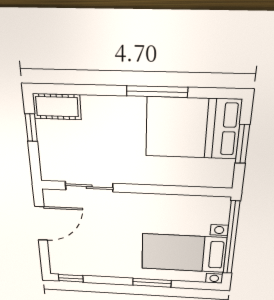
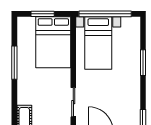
bed: (193, 128) -> (53, 42), moved
bed with nightstands: (183, 253) -> (98, 43), moved

